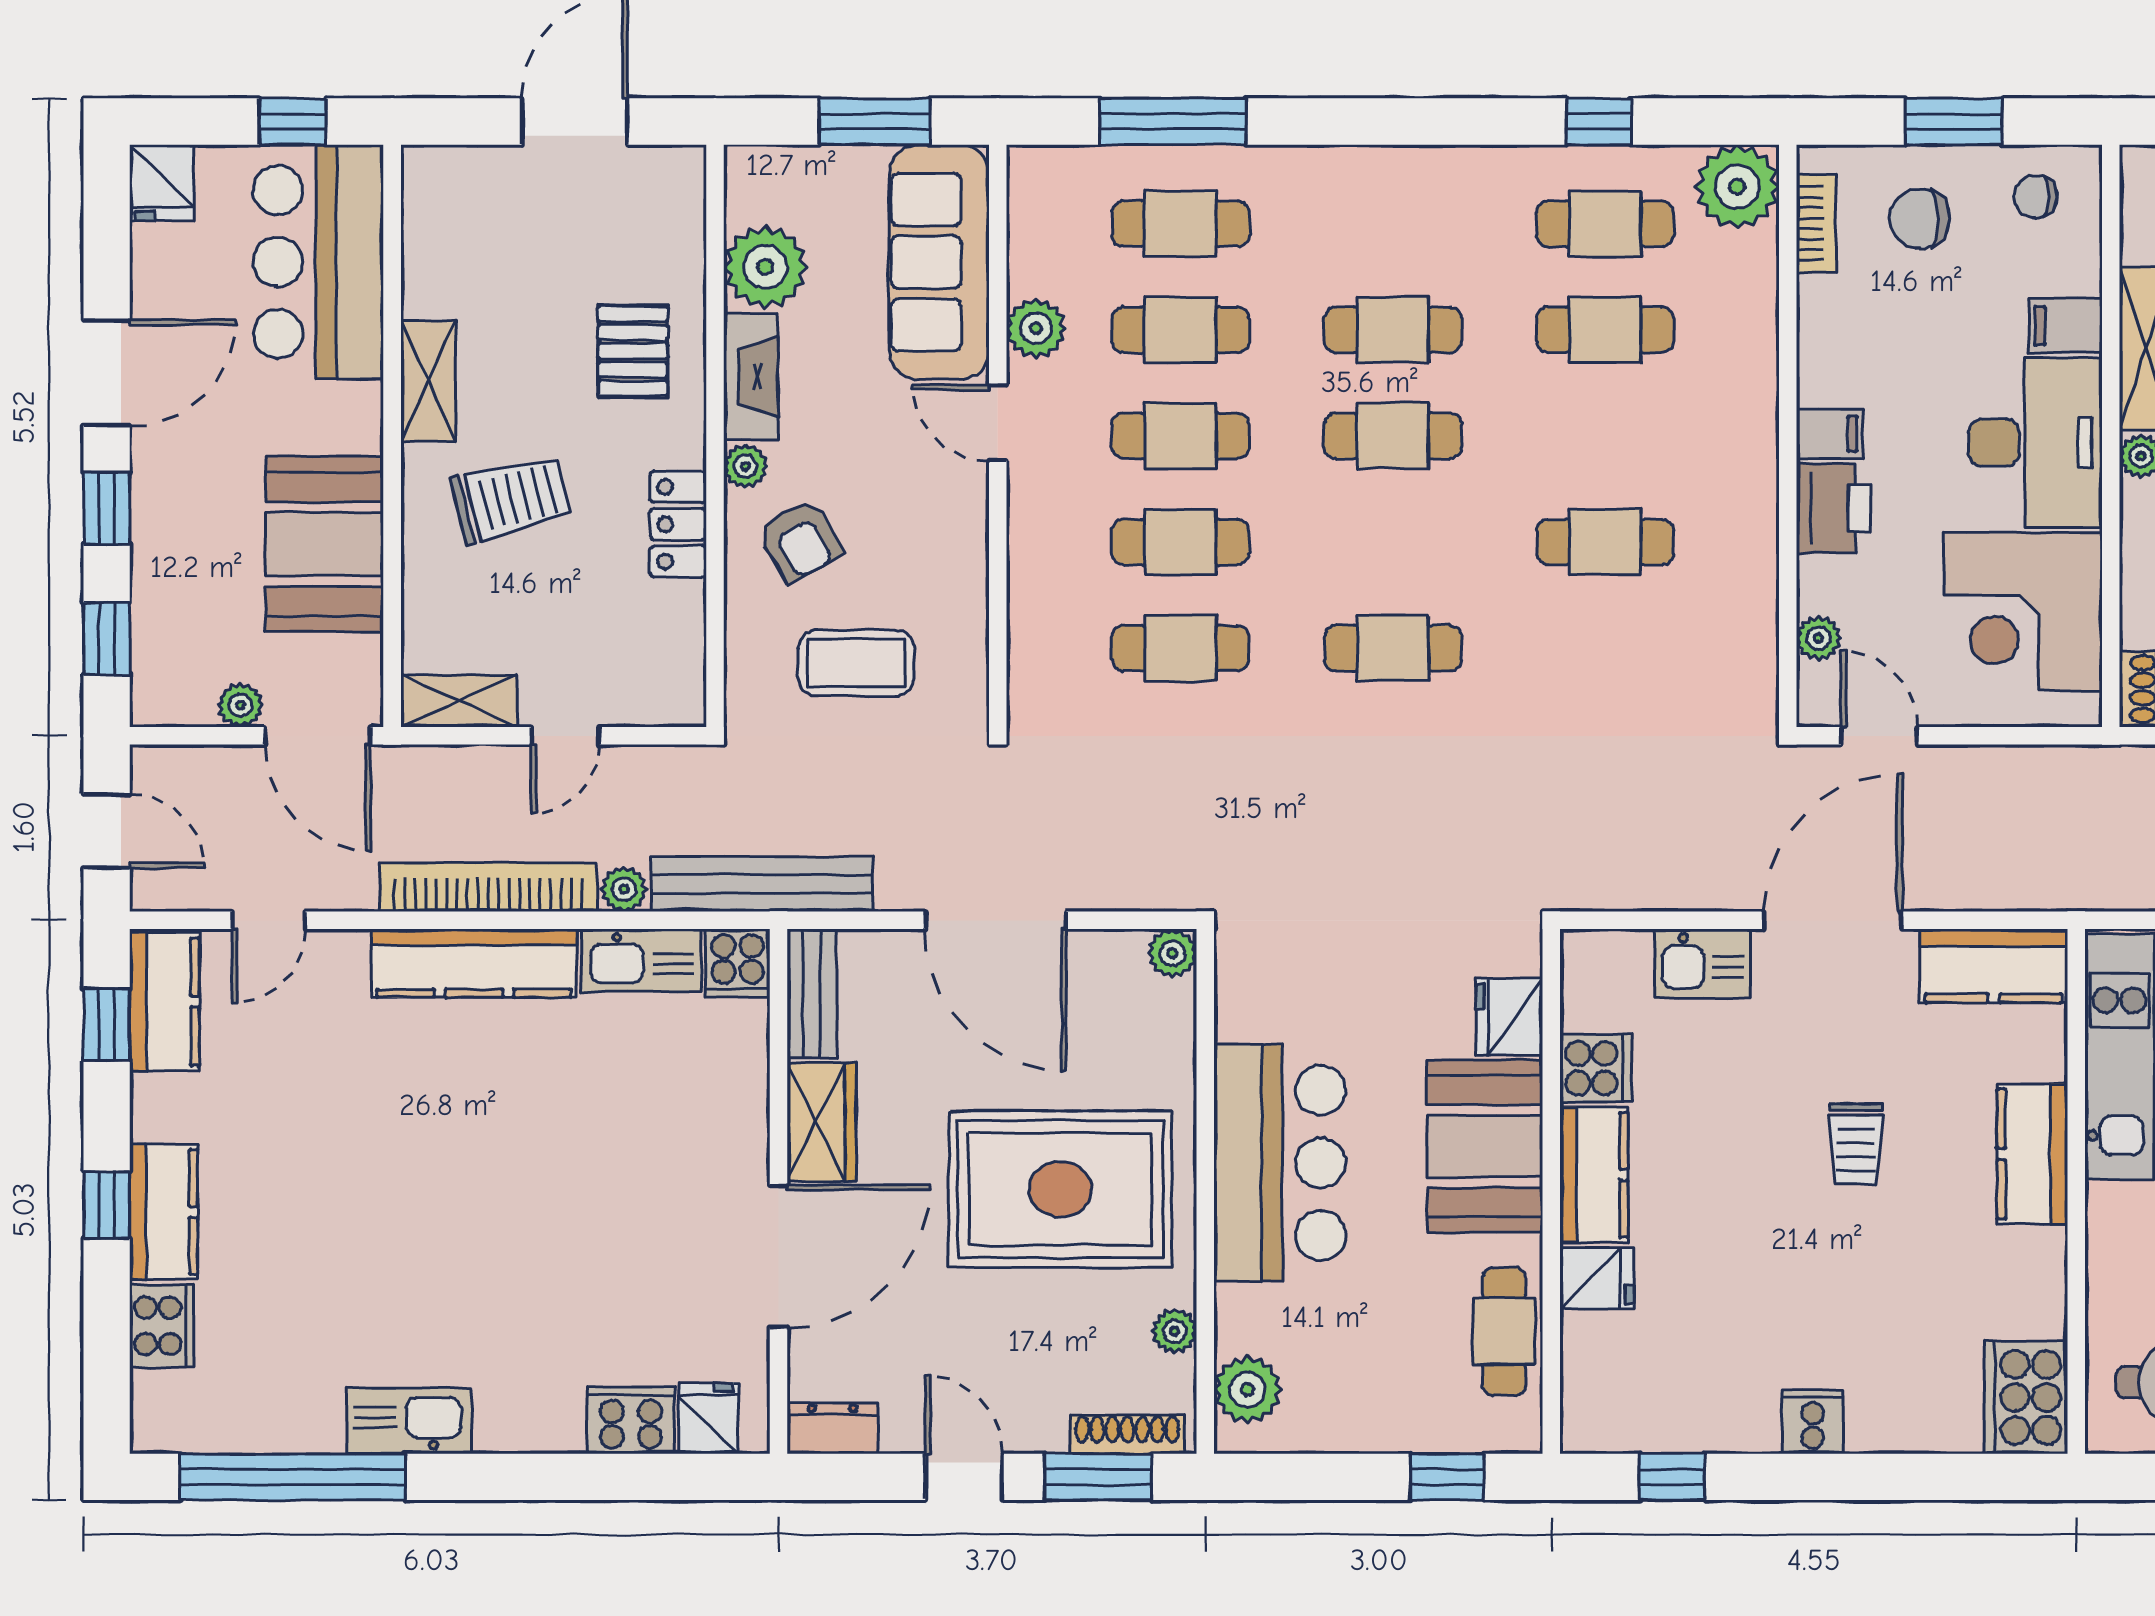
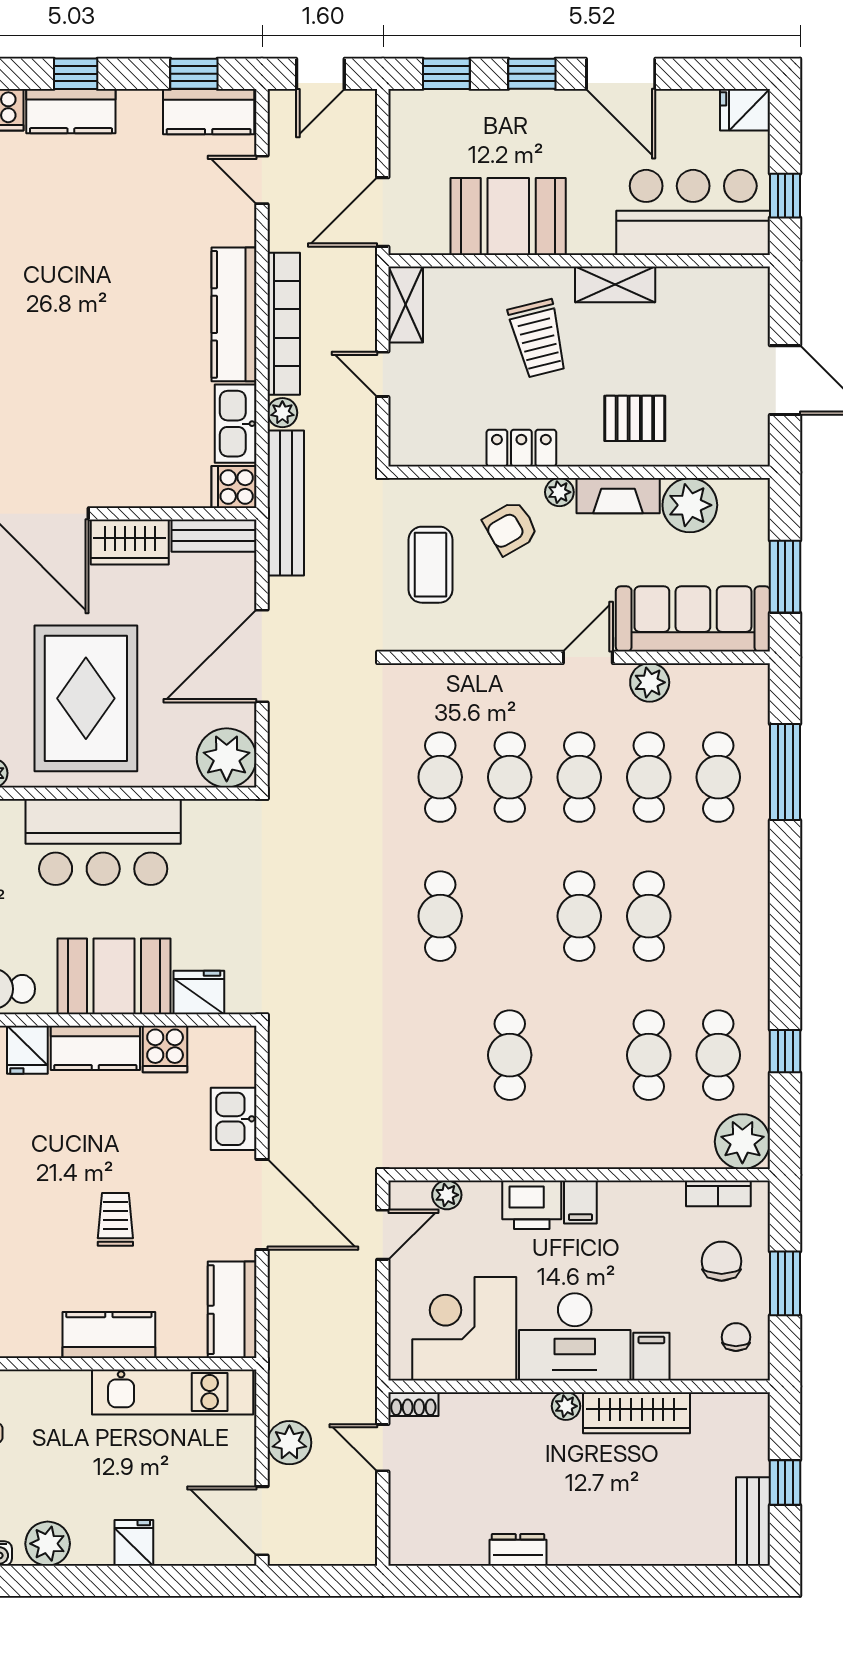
plant: (240, 705) -> (403, 161), removed
plant: (1172, 953) -> (227, 758), width x1.88, depth x1.88
trolley: (1856, 1144) -> (115, 1219), turned 90

